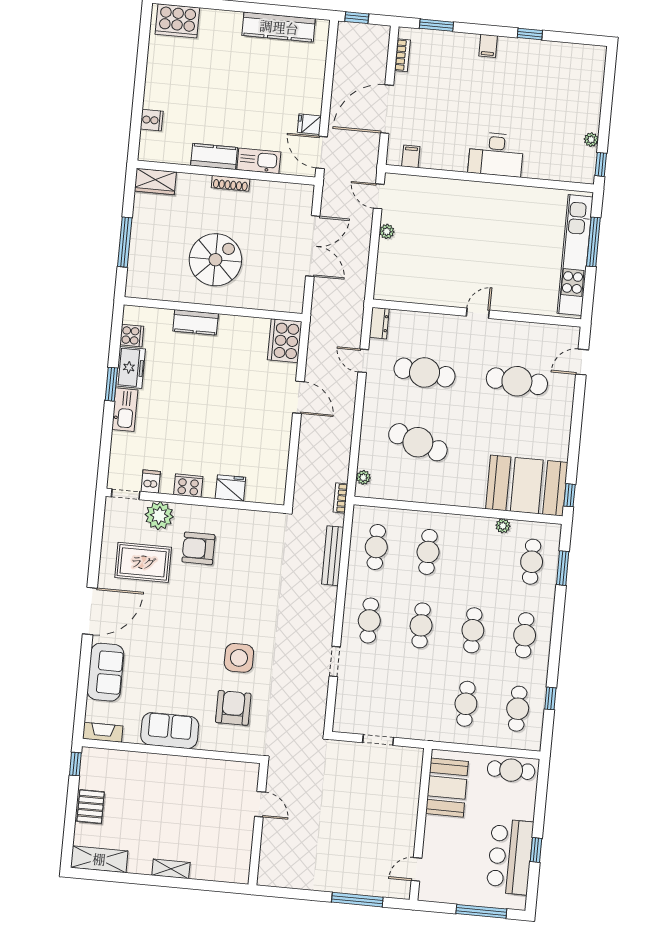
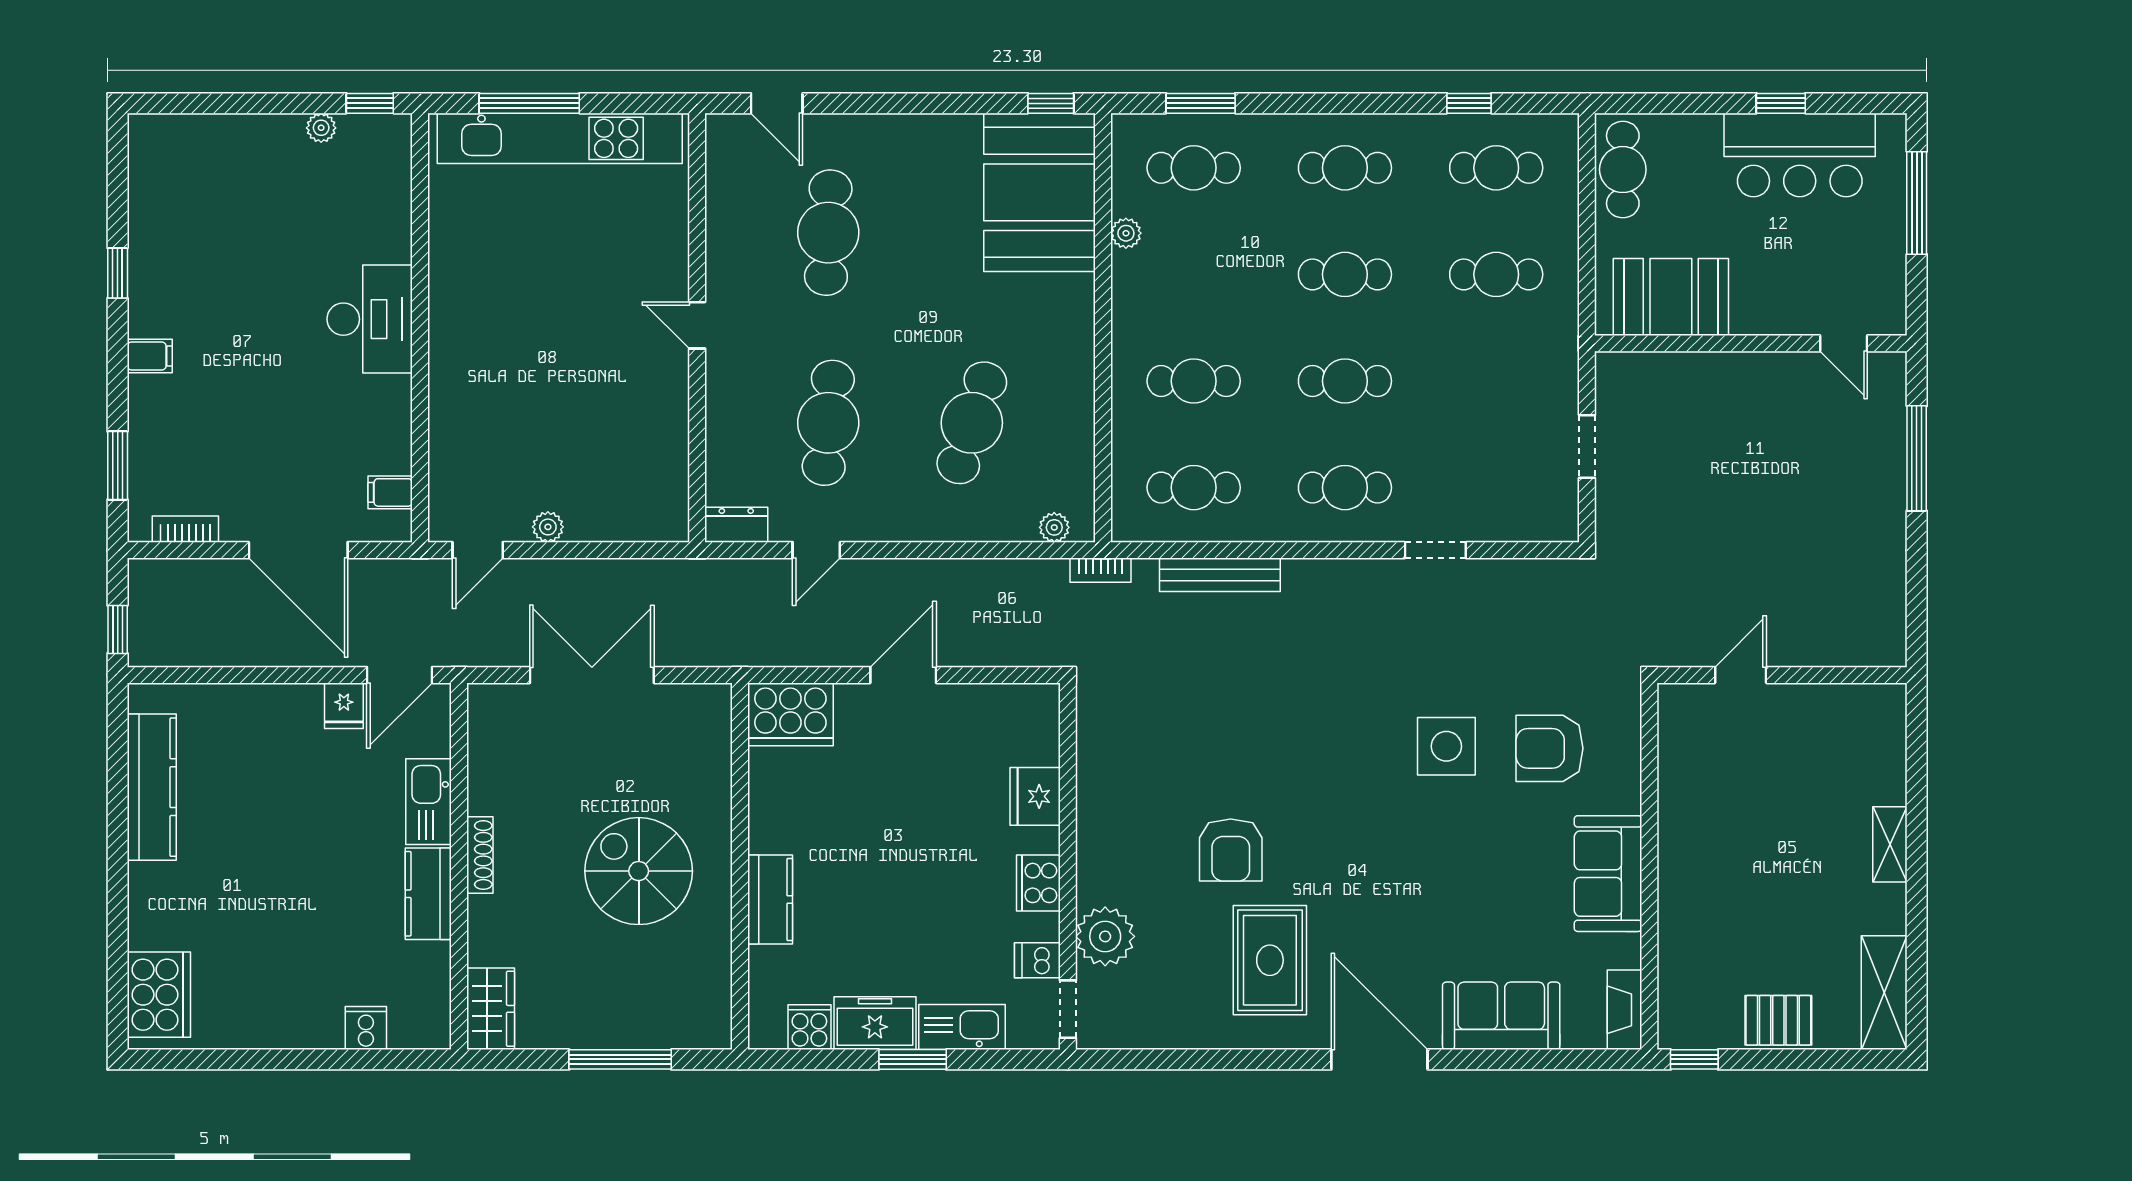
dishwasher: (151, 482) -> (1037, 960), moved
cooker: (188, 486) -> (1038, 883), moved
fridge: (230, 488) -> (1035, 796), moved
doorway: (126, 494) -> (1068, 1009), moved
wall: (195, 501) -> (1068, 866), moved
plant: (159, 516) -> (1105, 936), moved

